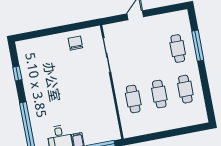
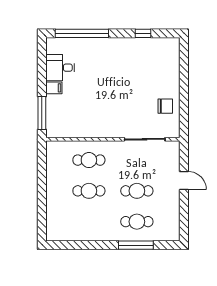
cafe table: (185, 89) -> (137, 191), moved

